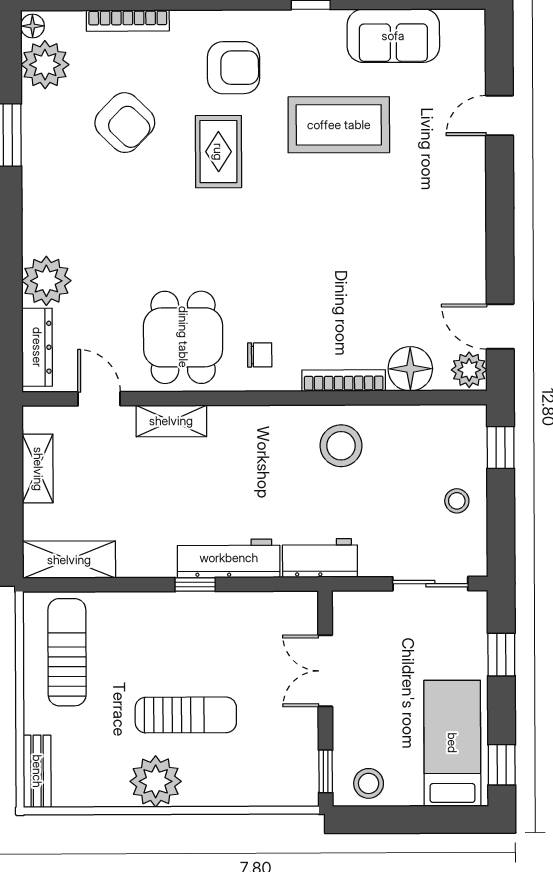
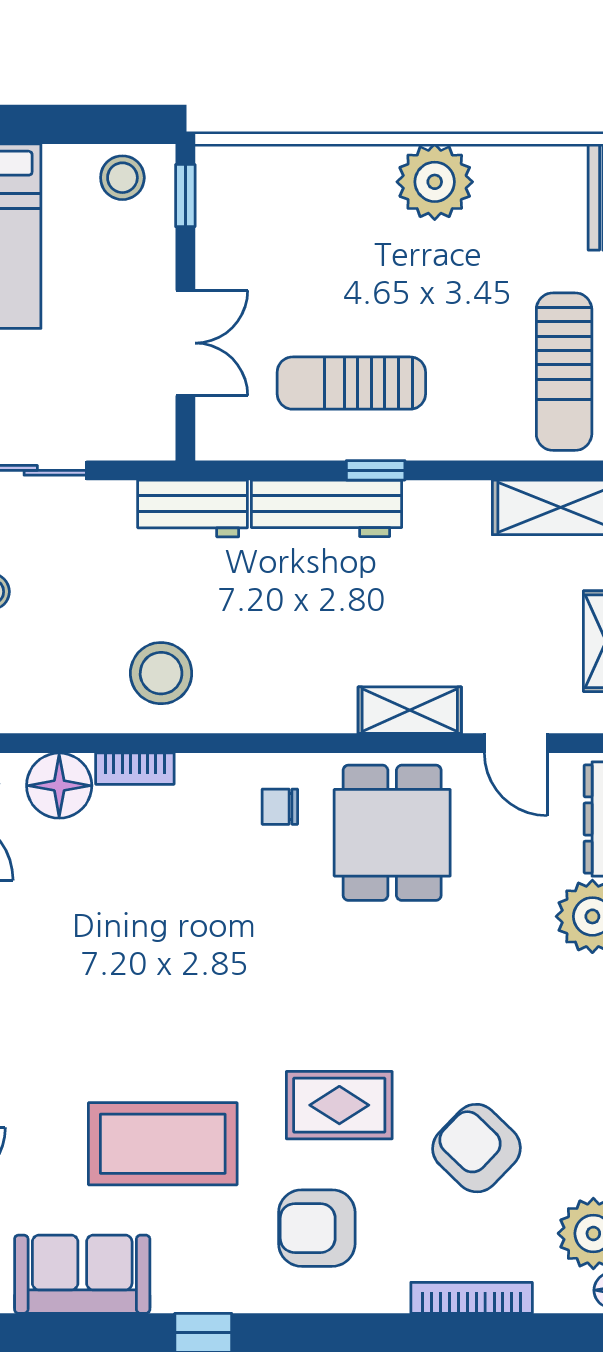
rug: (218, 152) -> (339, 1105), turned 90
bookcase: (344, 381) -> (135, 769), width x0.64
sun lounger: (186, 715) -> (351, 383), moved

